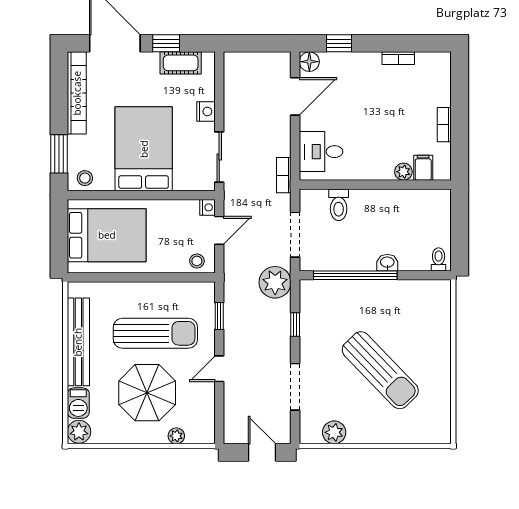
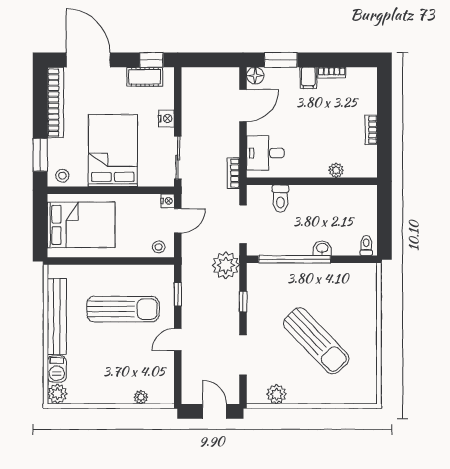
window: (166, 43) -> (151, 60), moved
window: (339, 43) -> (281, 60), width x1.50
filing cabinet: (423, 168) -> (308, 78), moved, turned 180
parasol: (147, 393) -> (116, 360), removed

